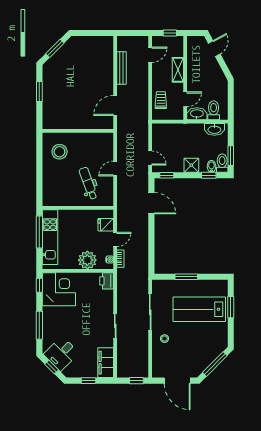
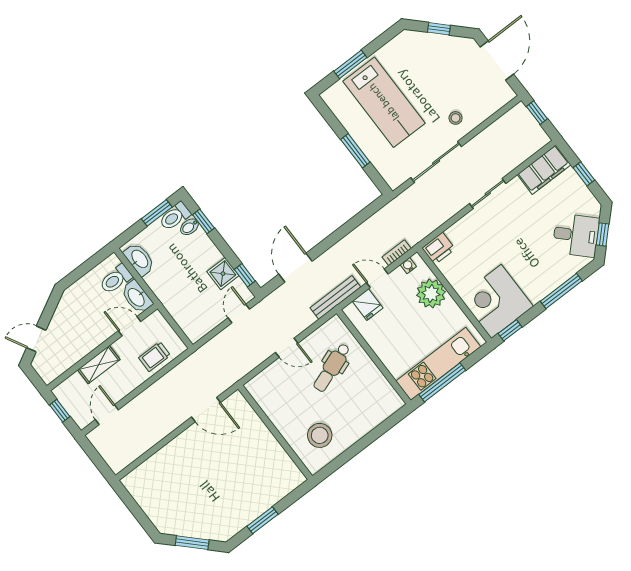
door: (150, 55) -> (107, 415), hinge flipped
bench: (122, 68) -> (335, 297), moved
shower: (191, 165) -> (223, 274), moved
window: (215, 364) -> (439, 29), width x0.46

